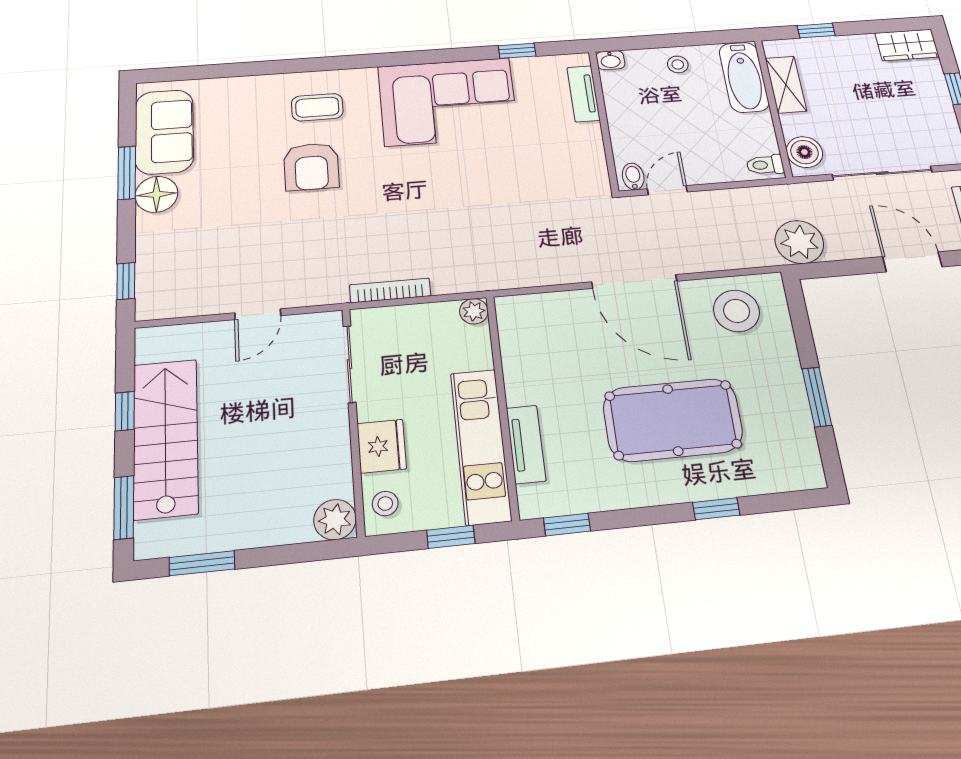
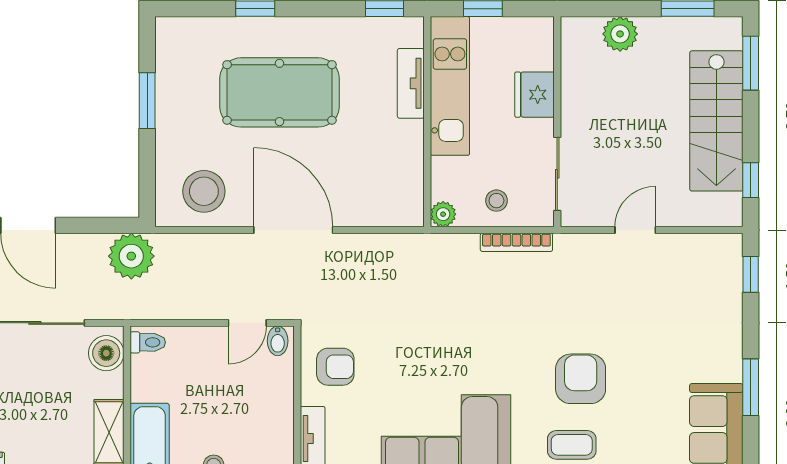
armchair: (570, 158) -> (335, 367), added
floor lamp: (156, 194) -> (724, 362), removed
window: (125, 411) -> (751, 180), moved
stool: (385, 504) -> (496, 201), moved
plant: (335, 520) -> (620, 34), moved

